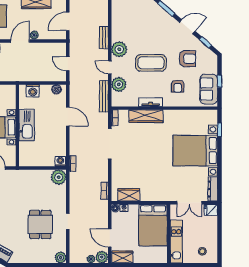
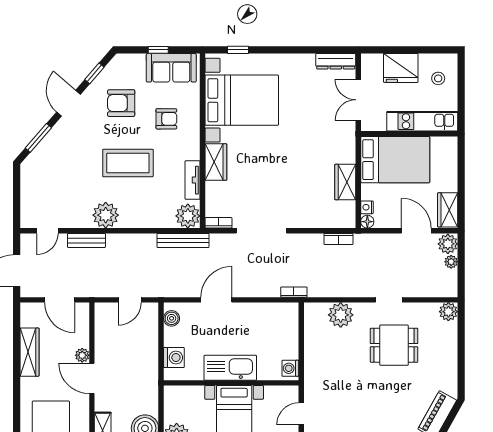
armchair: (187, 59) -> (121, 103), turned -90
coffee table: (151, 63) -> (128, 163), turned 90
door: (110, 67) -> (47, 231), moved
plant: (119, 84) -> (188, 216), moved
tv unit: (151, 102) -> (193, 180), moved
wardrobe: (146, 116) -> (216, 162), width x0.67
bed with nightstands: (195, 151) -> (242, 100), moved, turned -90
washing machine: (60, 161) -> (290, 368), moved
plant: (59, 177) -> (341, 315), moved
wardrobe: (129, 195) -> (345, 182), moved
double door: (189, 203) -> (358, 100), swing flipped
fridge: (211, 210) -> (401, 68), moved, width x1.88, depth x1.34
door: (110, 238) -> (416, 231), swing flipped

